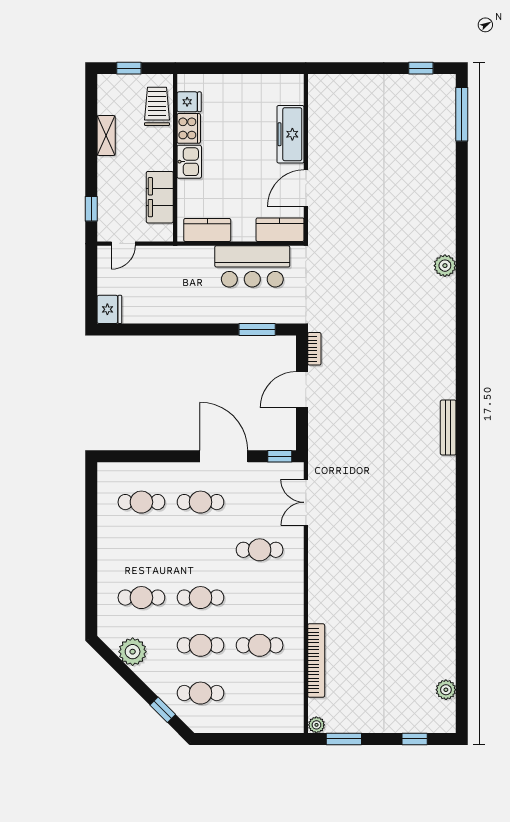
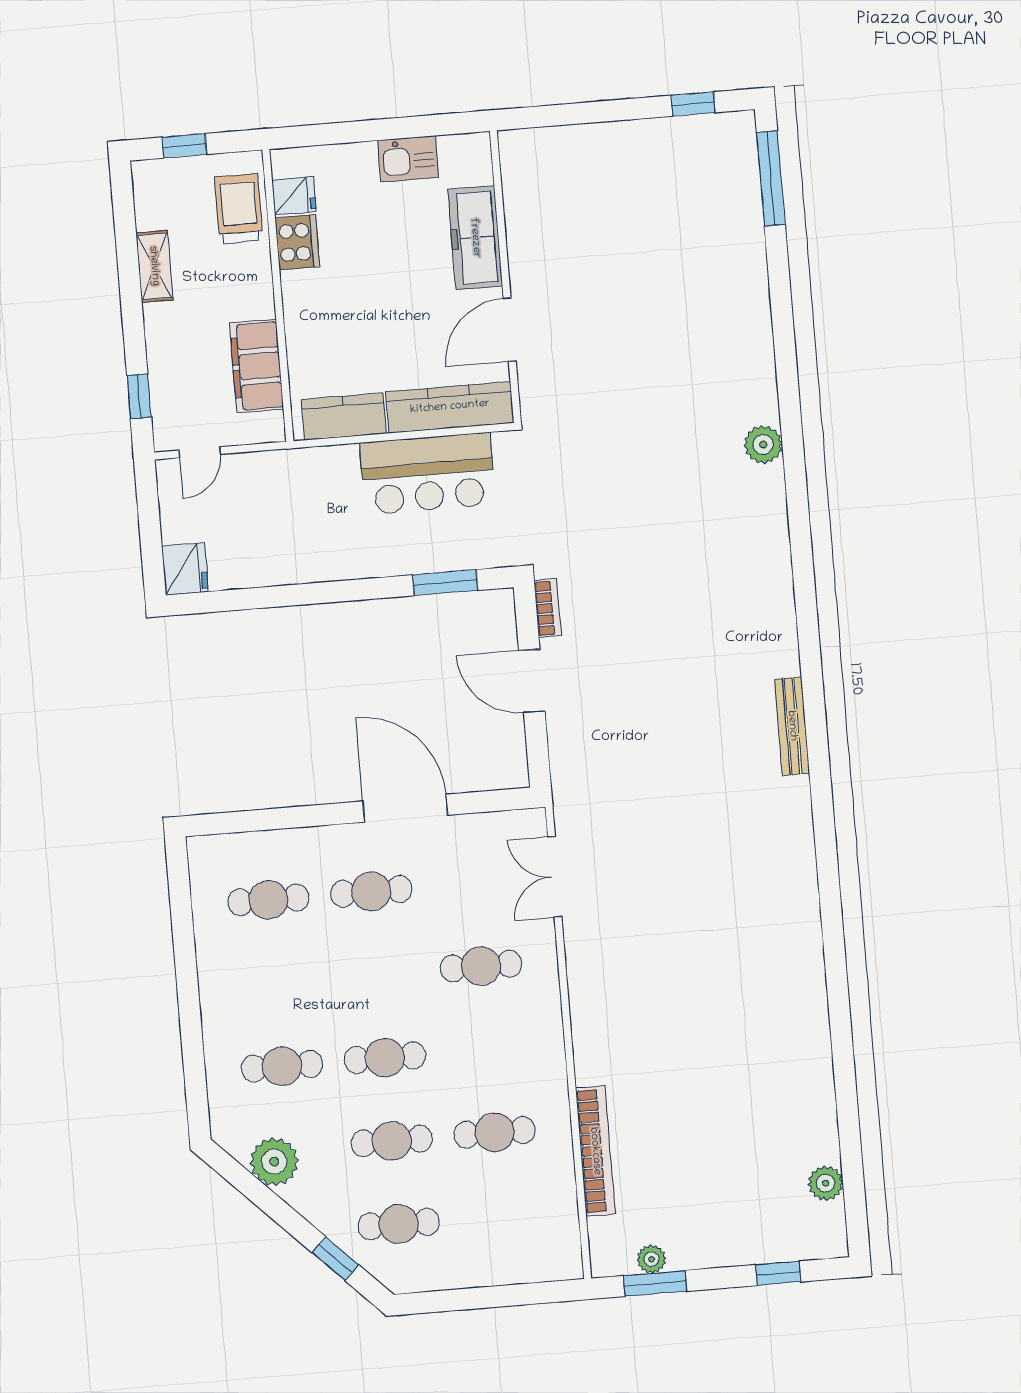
kitchen sink: (189, 162) -> (408, 159), moved, turned 90
kitchen counter: (280, 230) -> (450, 407), width x1.50
door: (302, 390) -> (532, 681), hinge flipped
window: (280, 456) -> (503, 800), removed
plant: (316, 725) -> (651, 1259), moved

